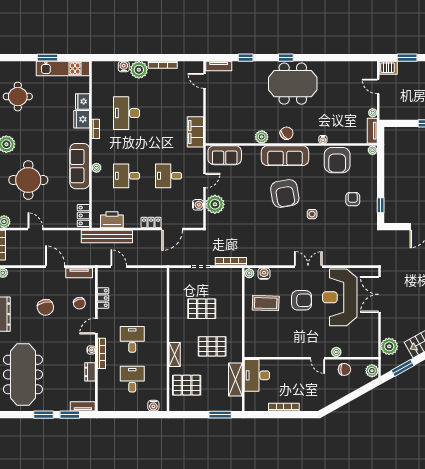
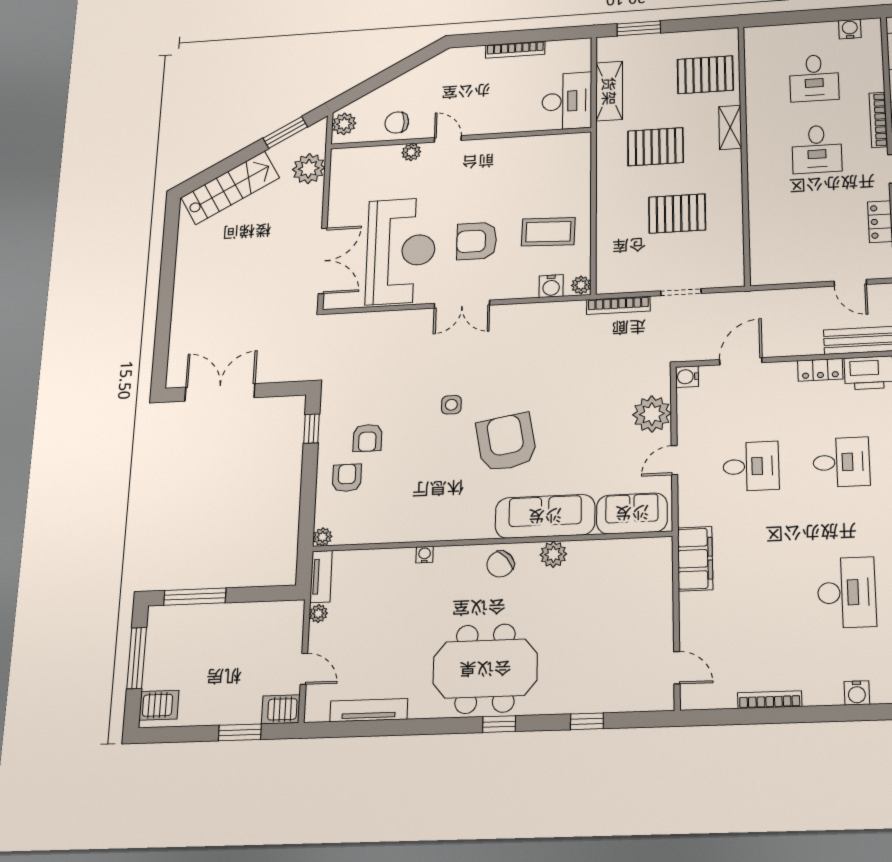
tv unit: (219, 66) -> (369, 710), moved, width x1.41
plant: (139, 70) -> (823, 687), removed
sofa: (285, 156) -> (545, 516), moved
armchair: (337, 160) -> (347, 478), moved, width x0.53, depth x0.53
water cooler: (198, 205) -> (687, 377), moved
locker: (151, 223) -> (820, 370), moved
water cooler: (153, 406) -> (850, 29), moved

